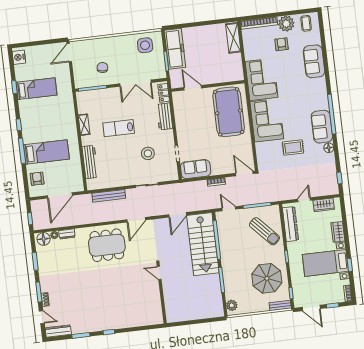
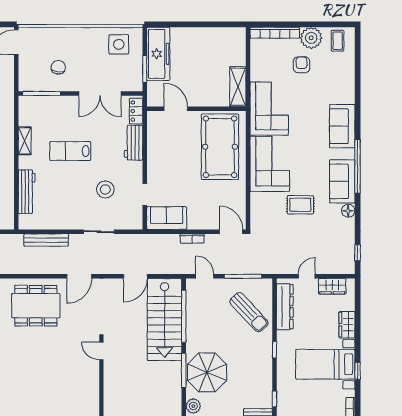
shelving: (233, 38) -> (238, 87), moved
sofa: (314, 61) -> (342, 126), moved
parasol: (267, 278) -> (207, 372), moved

